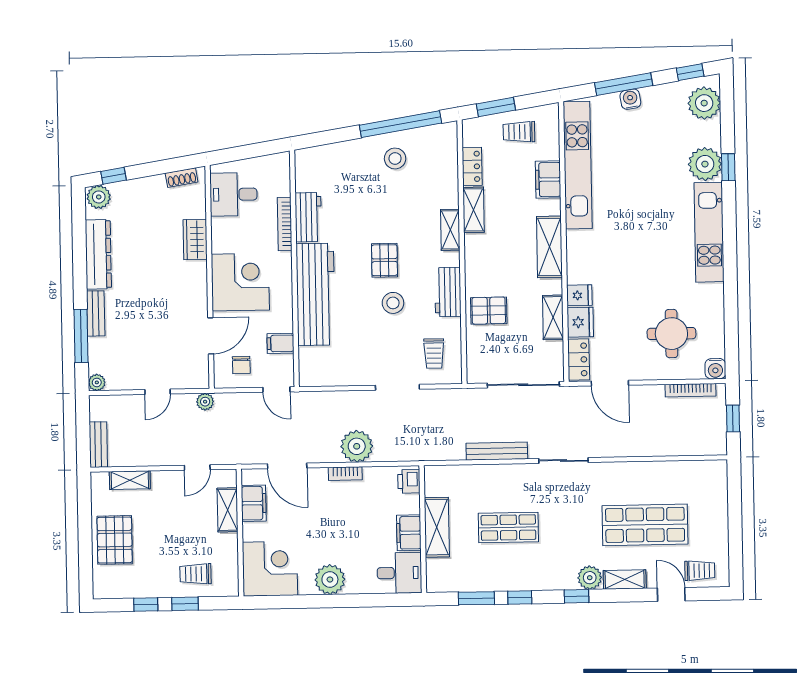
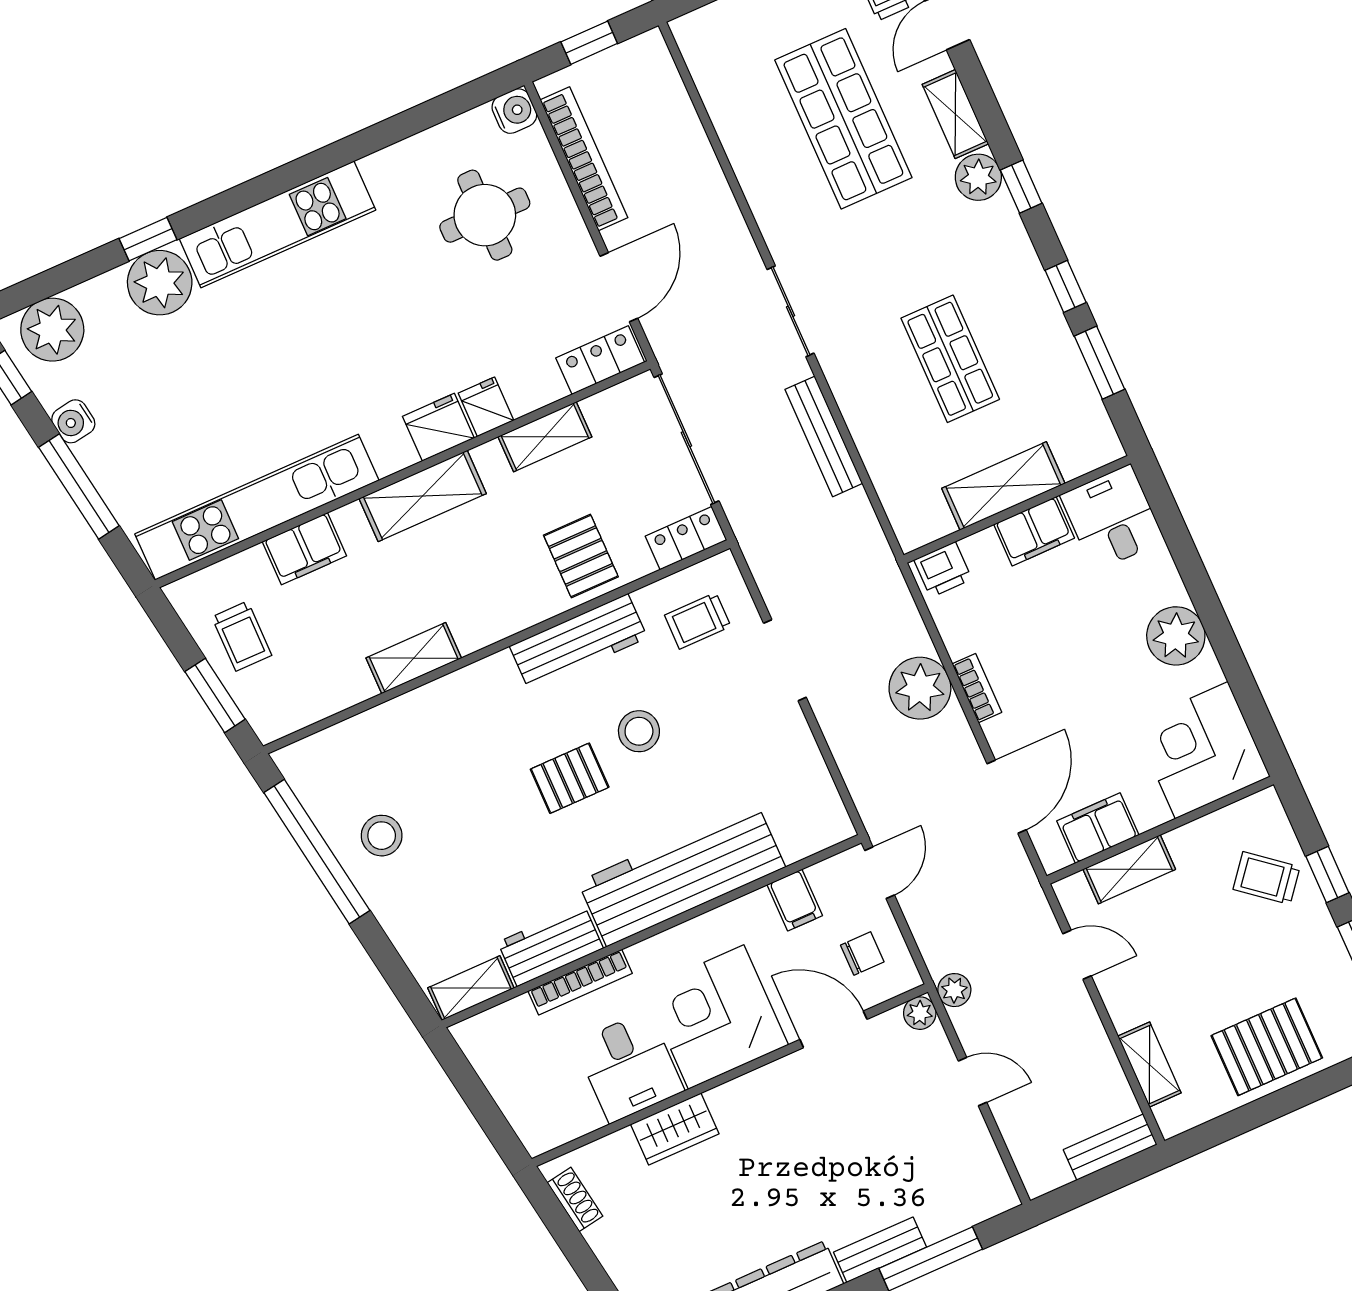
water cooler: (630, 99) -> (73, 421), moved
locker: (472, 166) -> (686, 538), moved
desk: (233, 194) -> (629, 1067), moved
shelving: (450, 230) -> (471, 988), moved
workbench: (448, 292) -> (578, 642), width x1.38
fridge: (580, 322) -> (438, 427), moved
trolley: (434, 353) -> (698, 621), turned 180
plant: (97, 382) -> (920, 1013), moved
bookcase: (690, 390) -> (584, 159), width x1.48, depth x1.31
trolley: (196, 574) -> (1267, 878), turned 129

